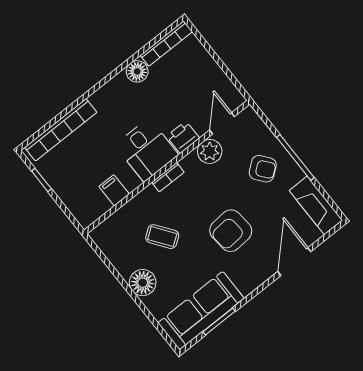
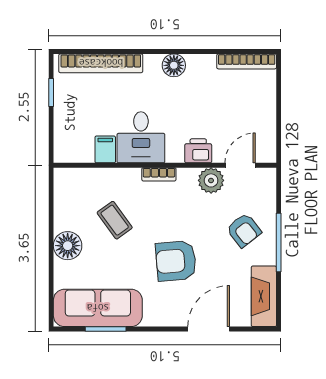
floor lamp: (137, 71) -> (174, 65), moved
desk: (147, 150) -> (141, 137), moved

